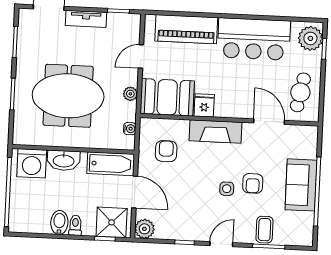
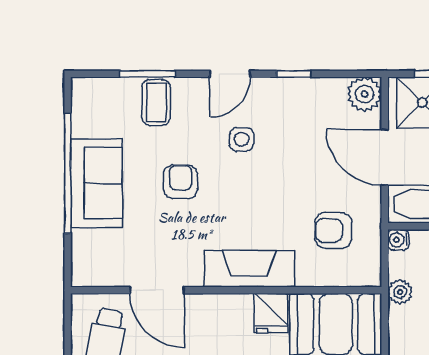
plant: (130, 94) -> (400, 292), moved
water cooler: (130, 129) -> (398, 240), moved
armchair: (166, 151) -> (333, 231), turned 90
side table: (227, 189) -> (242, 139), moved

